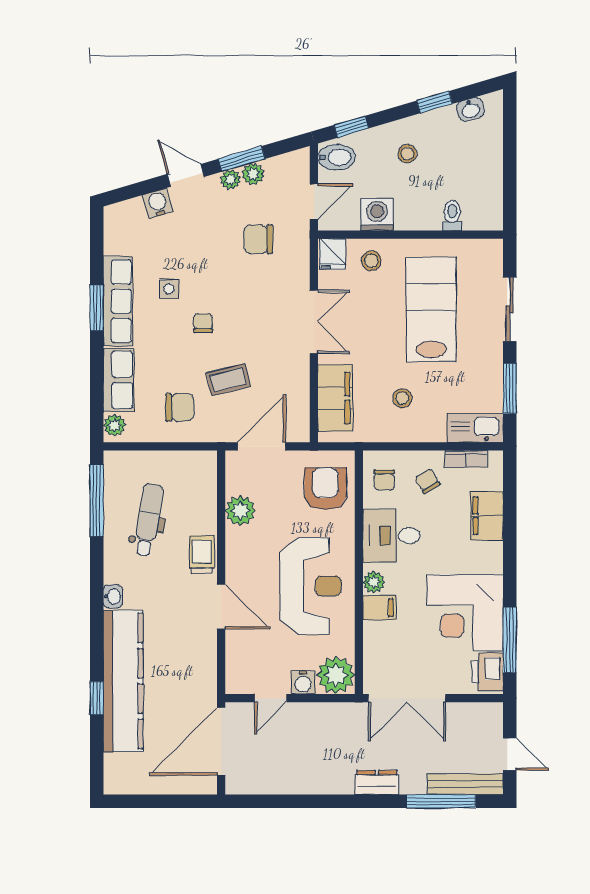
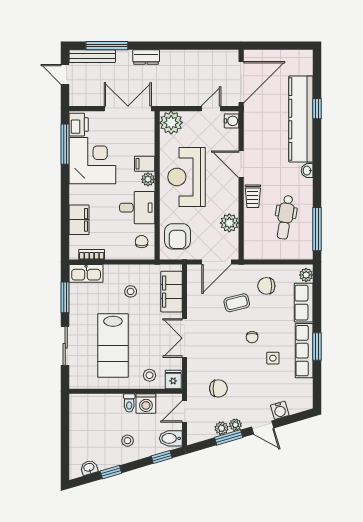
toilet: (452, 215) -> (129, 403), moved
chair: (428, 481) -> (115, 241), removed
water cooler: (303, 682) -> (232, 121), moved, turned 90

